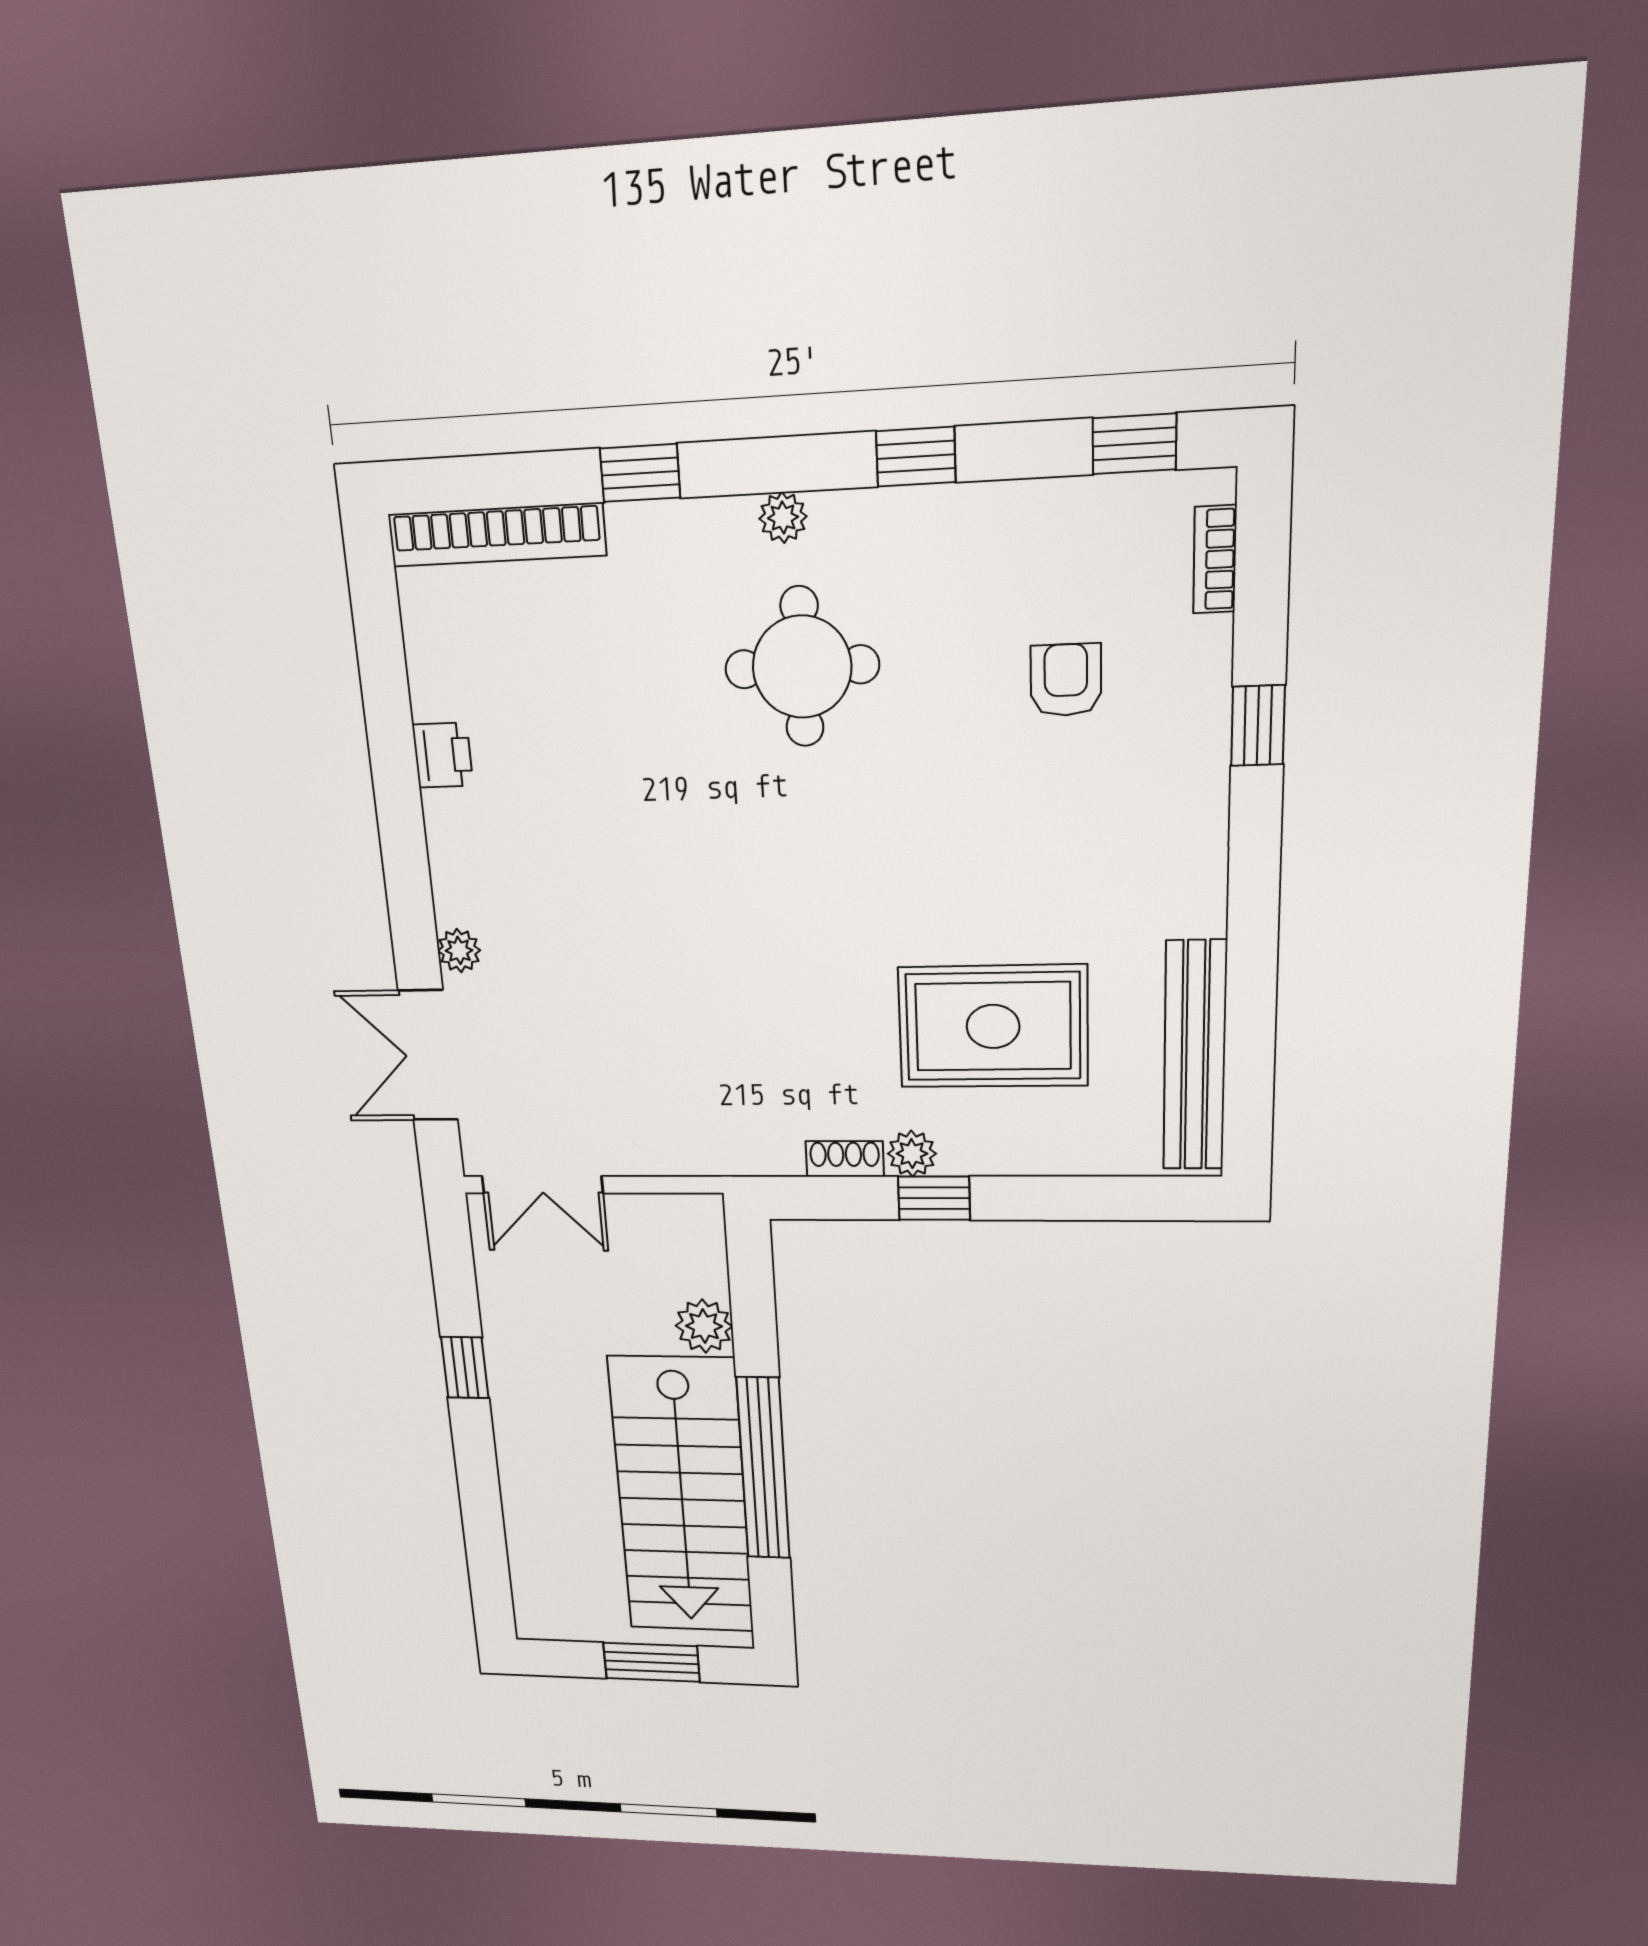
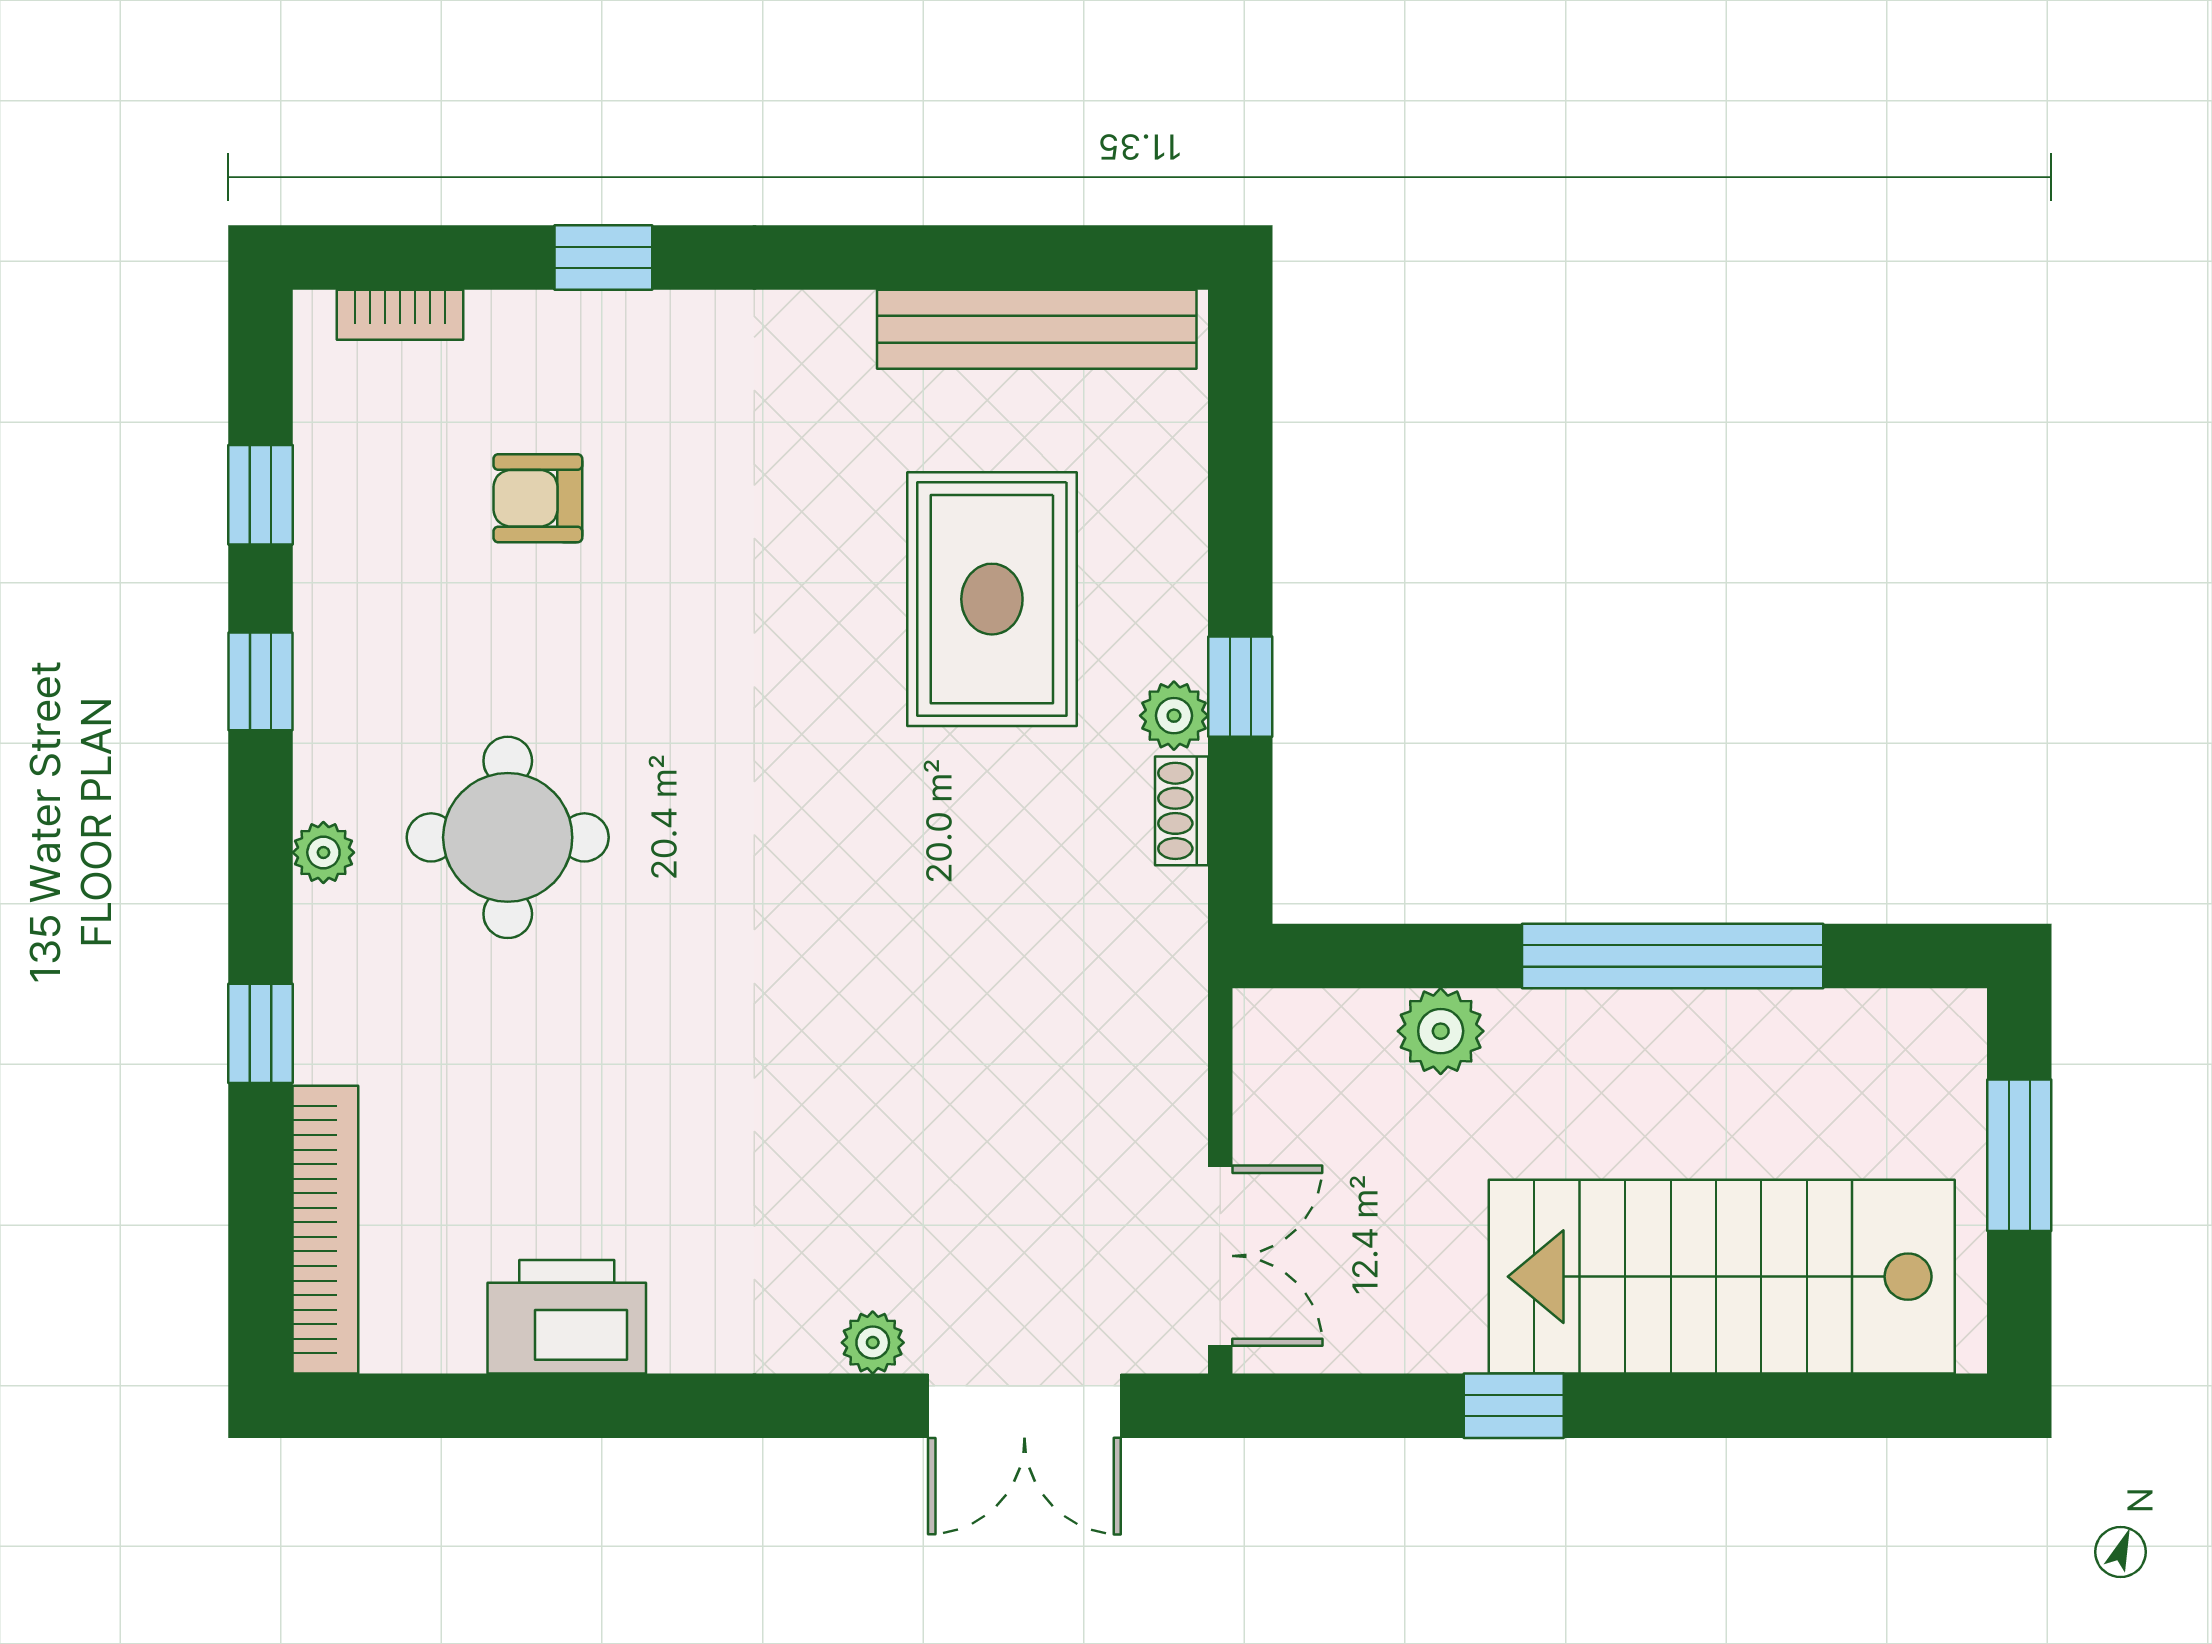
window: (1134, 444) -> (261, 495), moved
printer: (443, 755) -> (567, 1317), width x1.87, depth x1.48
stairs: (682, 1496) -> (1722, 1277), moved, turned 180

